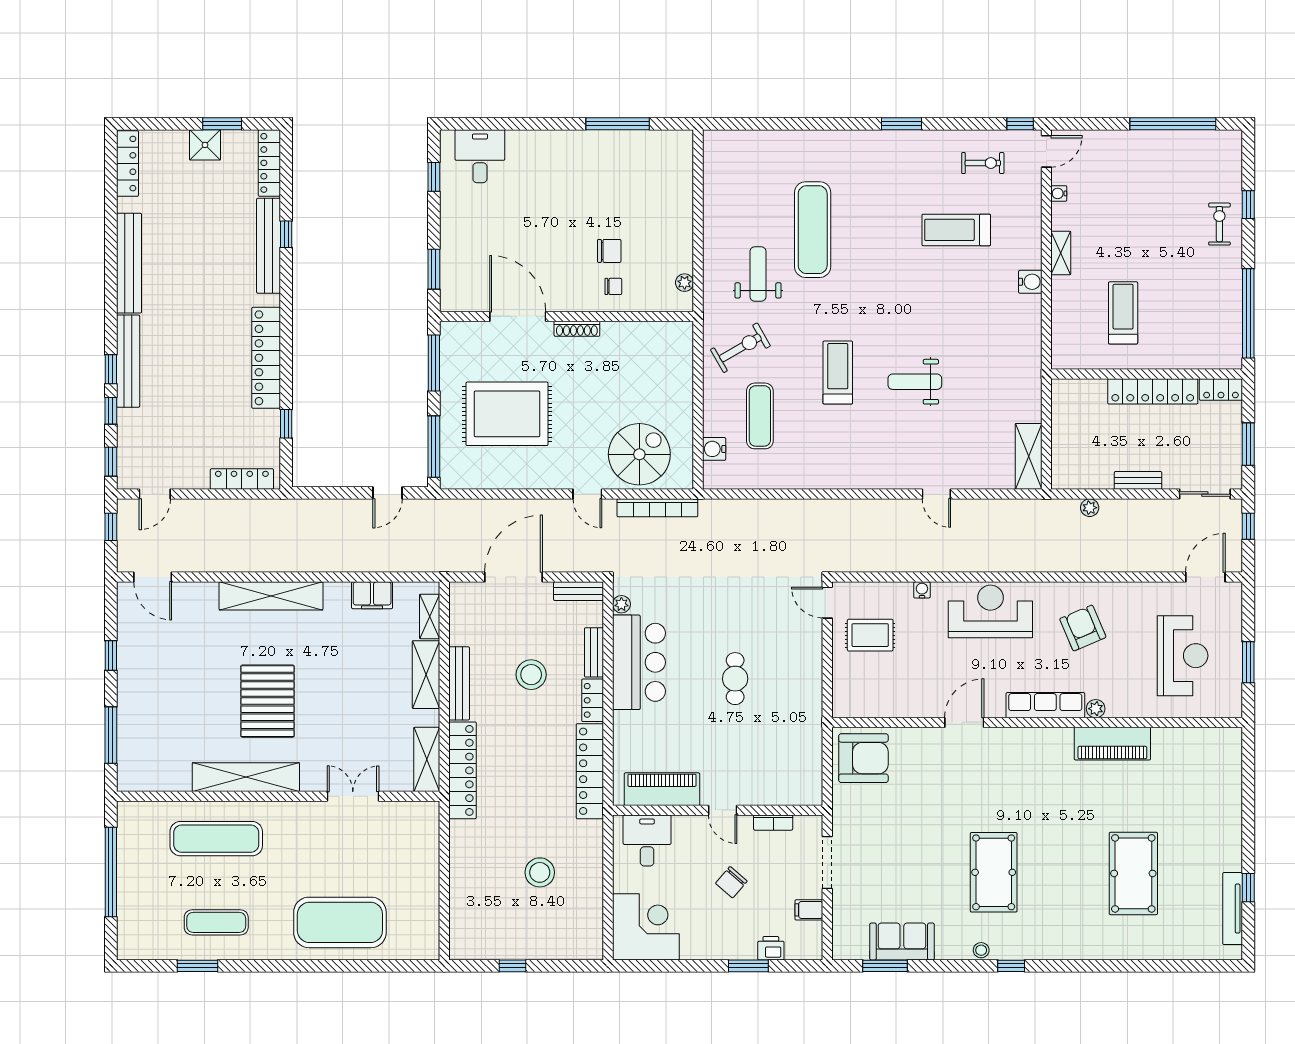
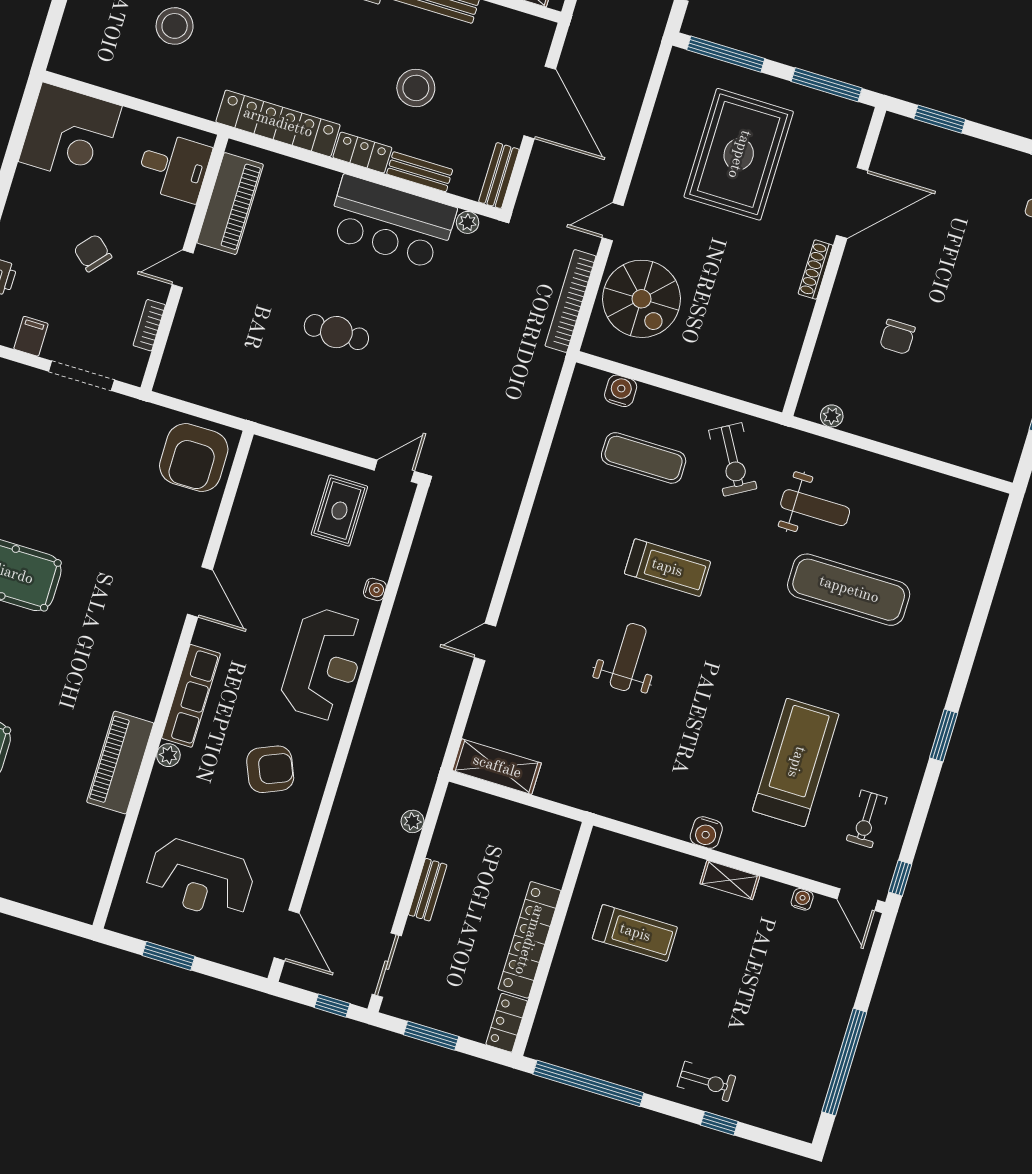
treadmill: (956, 230) -> (796, 762), width x1.37, depth x1.38
chair: (613, 286) -> (853, 329), removed

